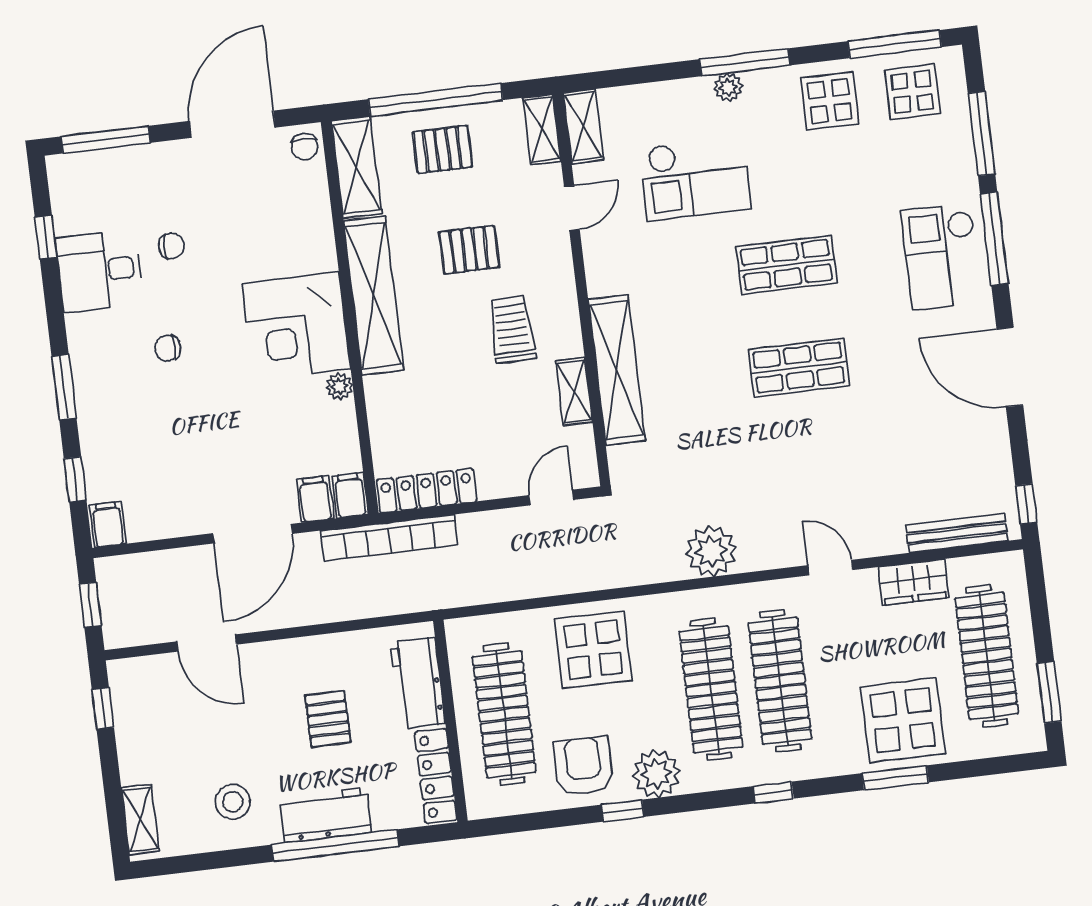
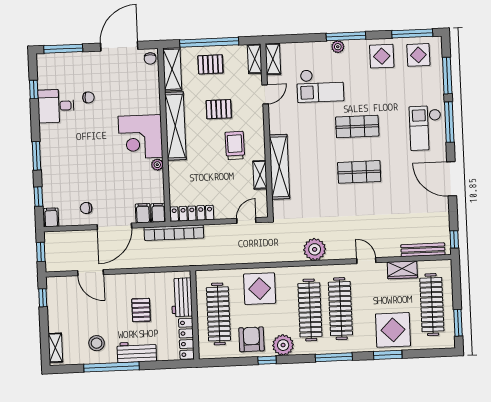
chair: (168, 348) -> (86, 208), moved
window: (773, 792) -> (334, 357), width x2.17
window: (335, 845) -> (112, 367), moved

